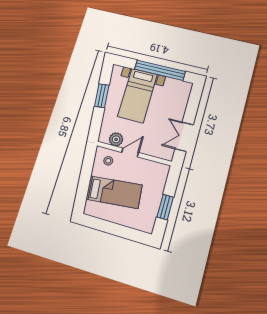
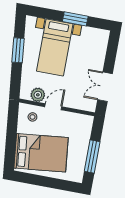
window: (160, 70) -> (75, 19), width x0.47
bed: (114, 192) -> (41, 153), width x1.50
window: (165, 207) -> (92, 157), width x1.44

